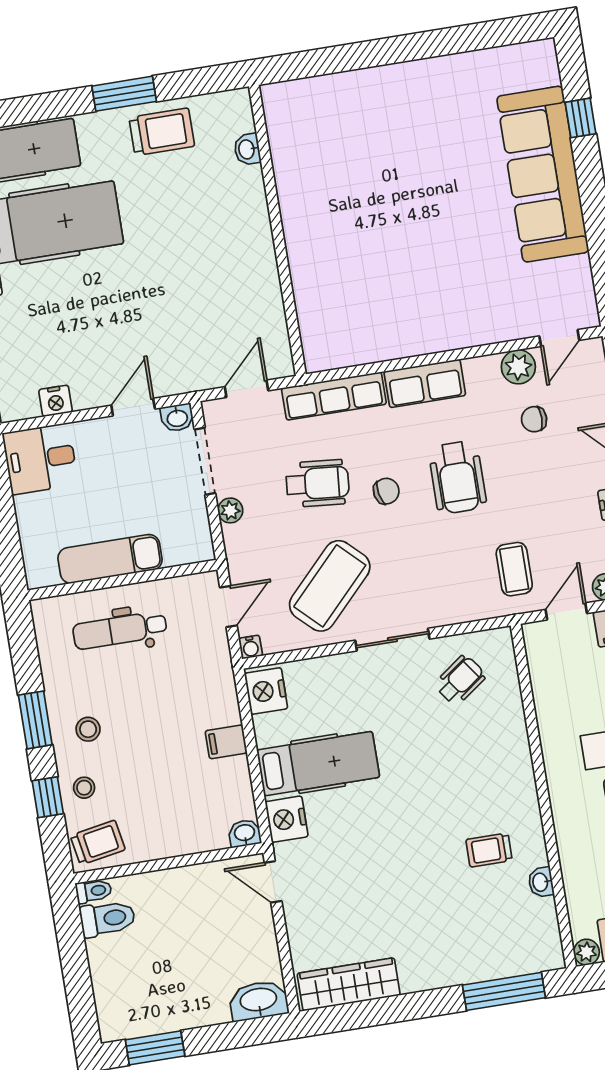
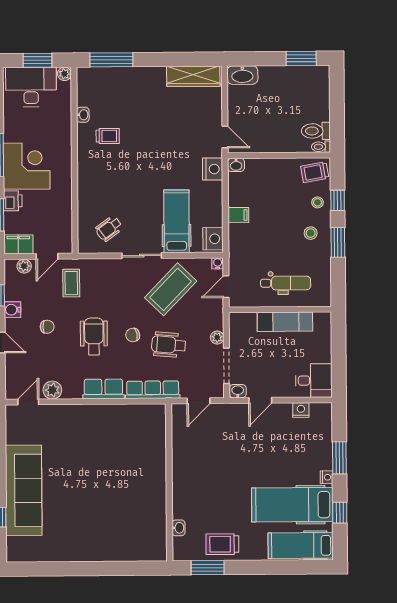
window: (124, 94) -> (208, 568), moved
chair: (534, 419) -> (47, 327), moved
hospital bed: (318, 764) -> (176, 221), moved, turned 90

